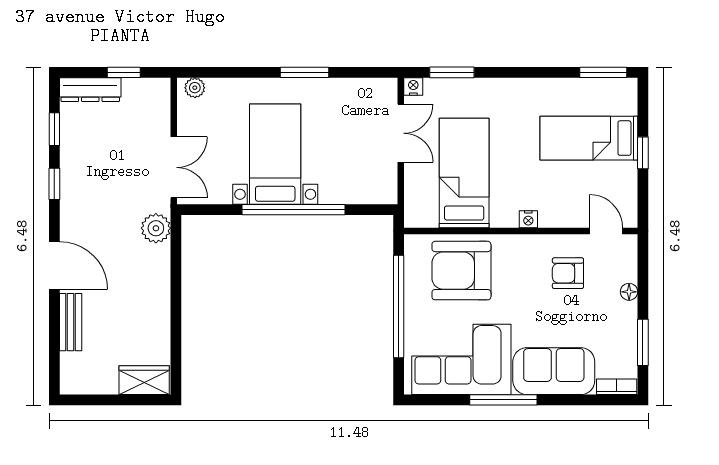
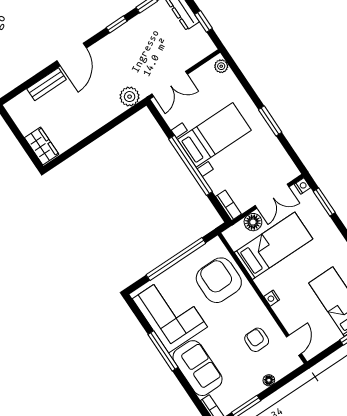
floor lamp: (417, 179) -> (253, 222), added
bookcase: (375, 195) -> (228, 205), added

